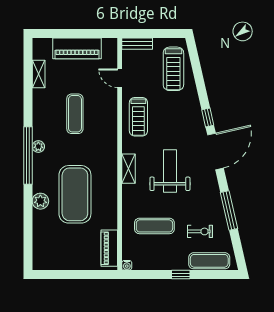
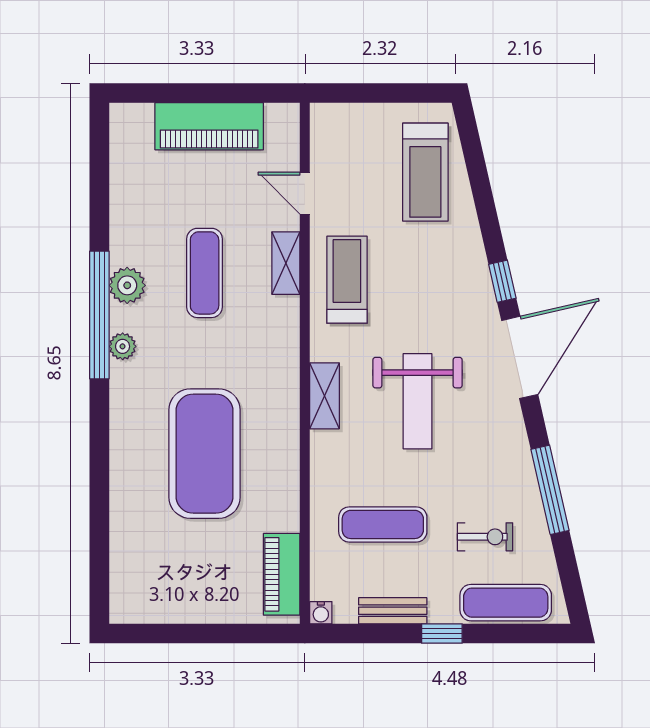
bench: (137, 44) -> (393, 611), moved
shelving: (39, 74) -> (286, 263), moved
treadmill: (138, 117) -> (347, 280), turned 180
window: (28, 155) -> (99, 315), moved
weight bench: (170, 171) -> (417, 401), turned 180
plant: (40, 201) -> (127, 285), moved

